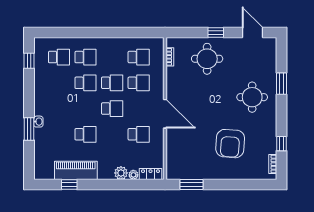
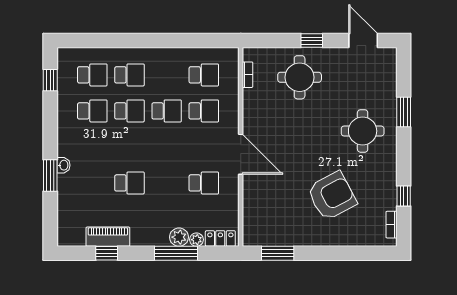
school desk: (112, 109) -> (92, 111), moved
armchair: (230, 144) -> (332, 196), turned -122
piano: (76, 170) -> (108, 237), width x0.73, depth x0.75
window: (119, 185) -> (176, 253), added

